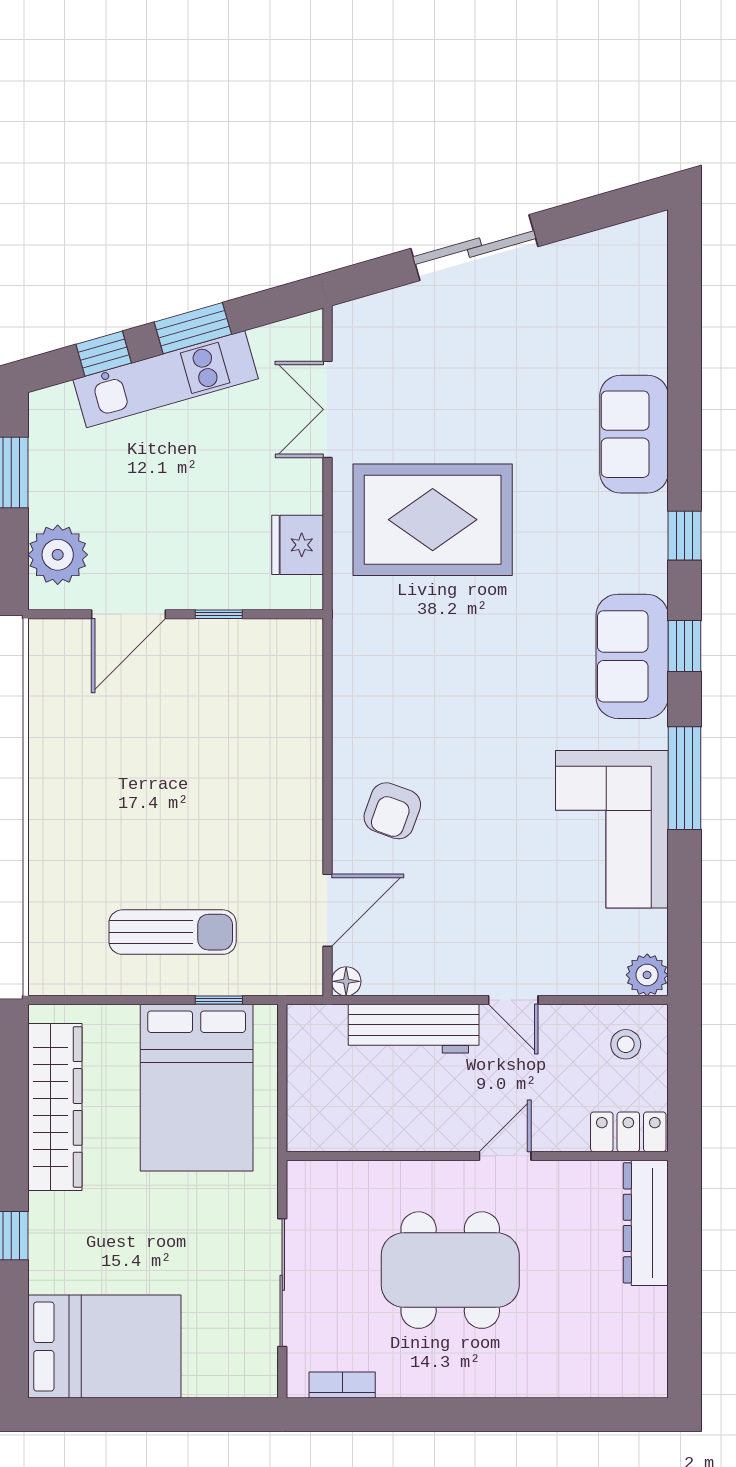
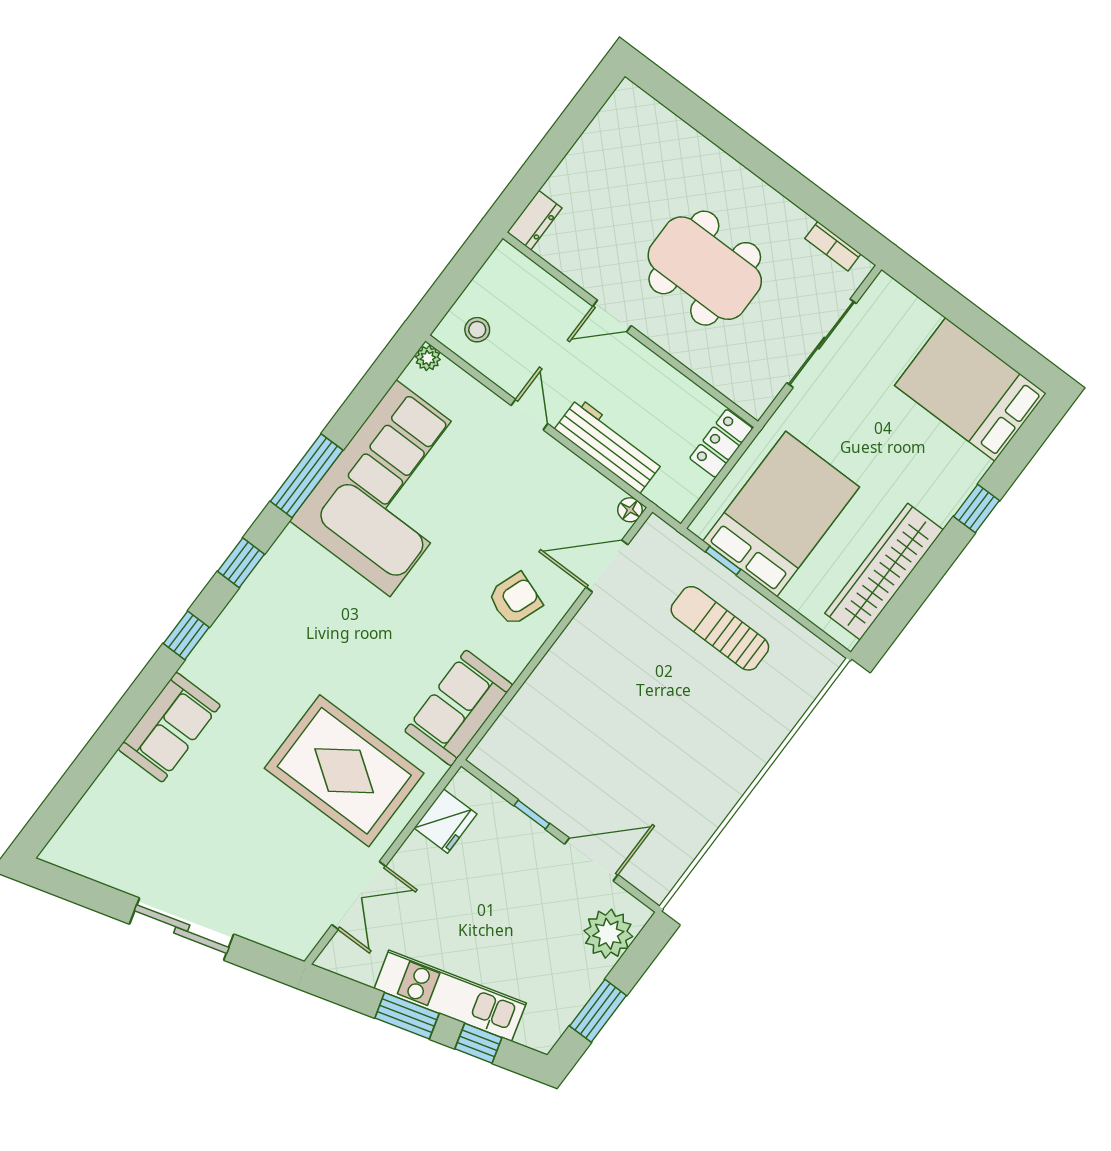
sofa: (632, 656) -> (459, 708), moved, turned 180
corner sofa: (612, 829) -> (393, 488), width x1.36, depth x1.36
plant: (647, 975) -> (428, 358), width x0.73, depth x0.73
locker: (628, 1132) -> (721, 443), moved, turned 90
dresser: (646, 1223) -> (535, 220), width x0.51, depth x0.80

